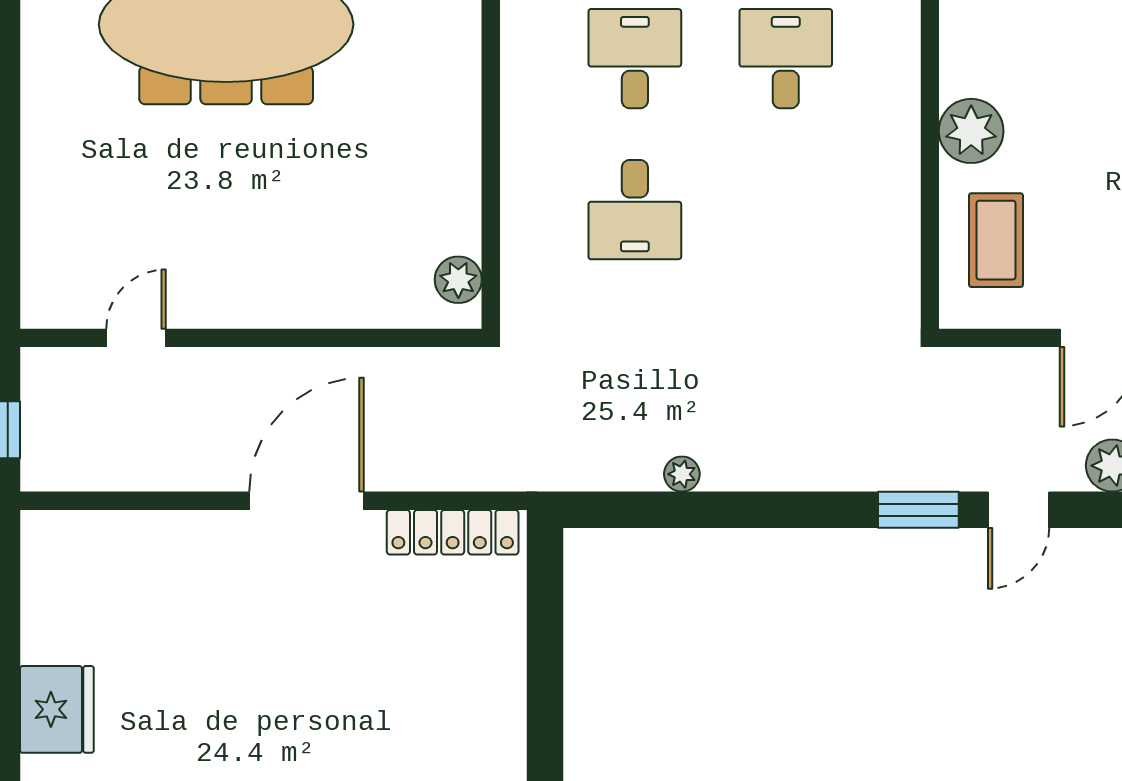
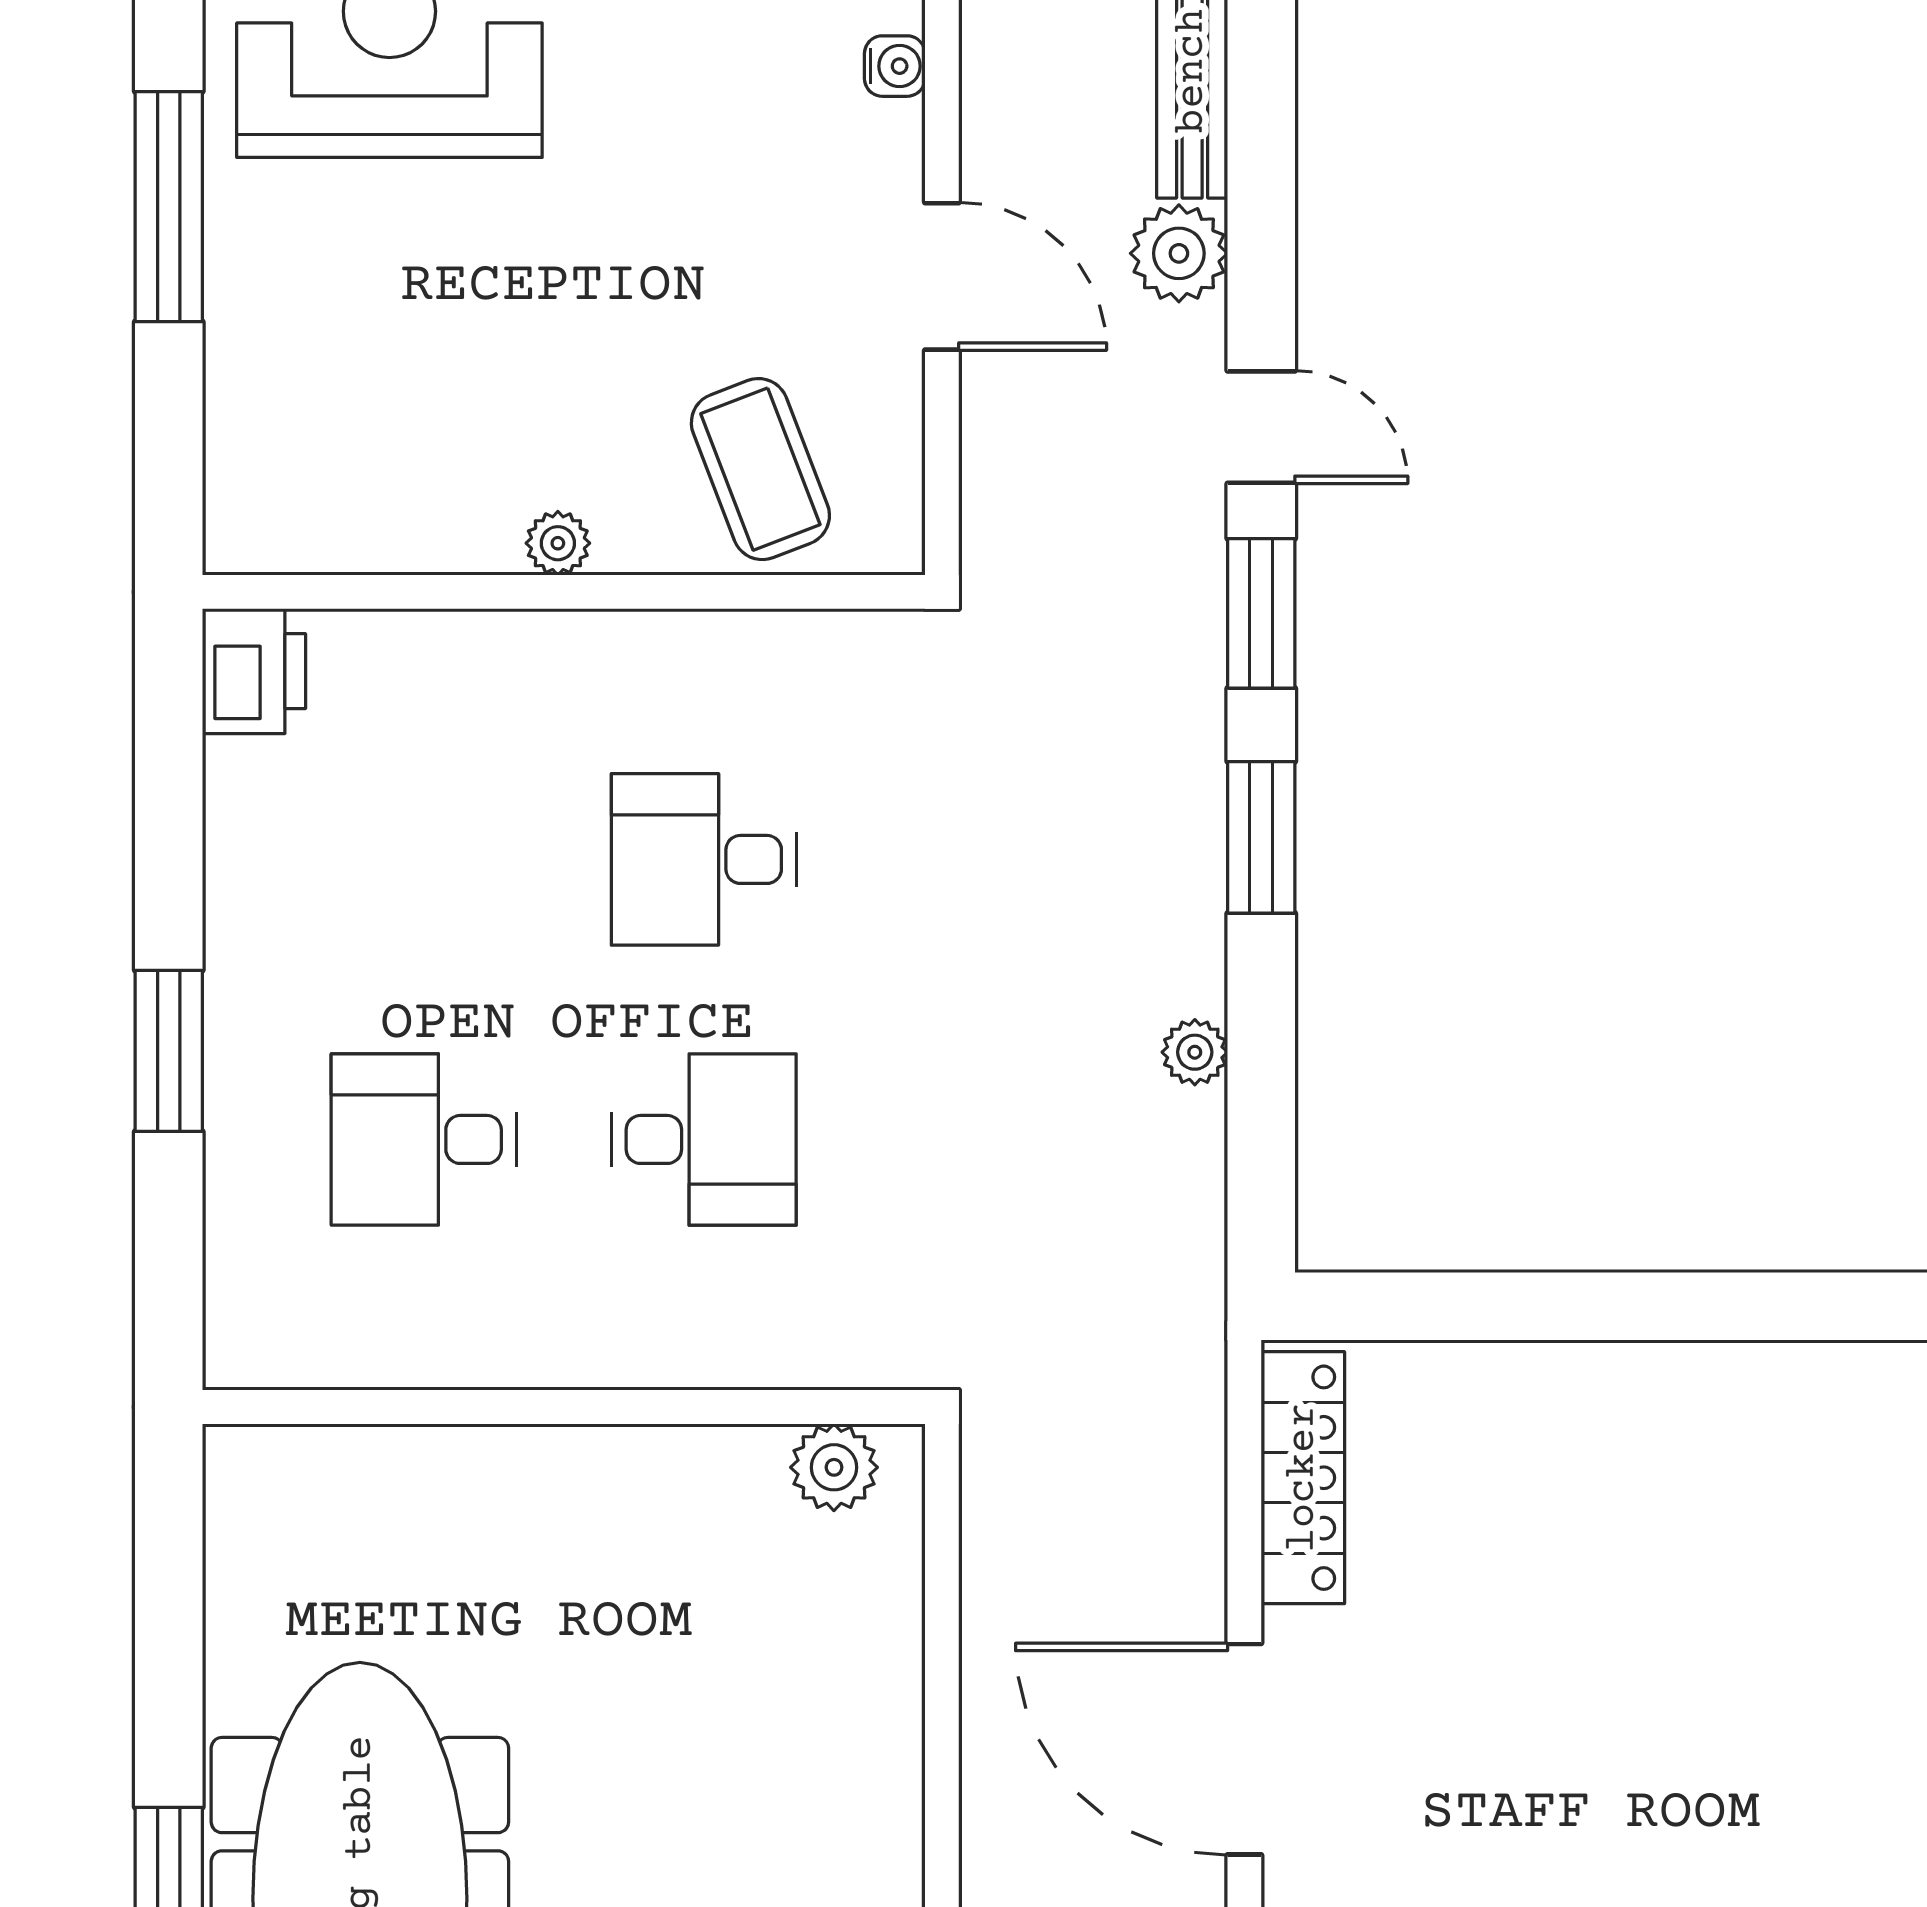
desk: (786, 59) -> (704, 859), moved
plant: (971, 131) -> (558, 543), width x0.53, depth x0.53
coffee table: (996, 240) -> (760, 469), turned 69
window: (798, 510) -> (1261, 837), added

